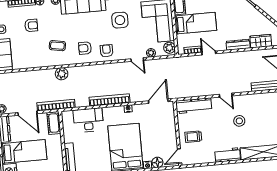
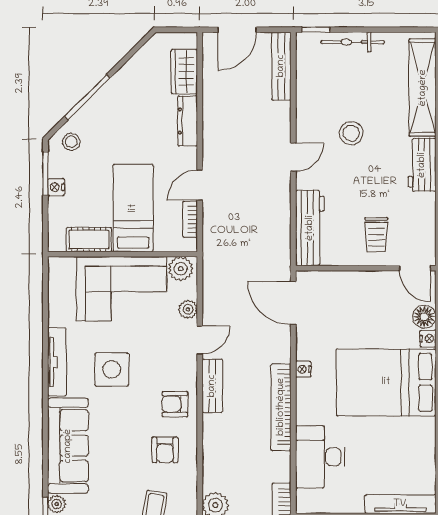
bench: (117, 67) -> (212, 386), added

